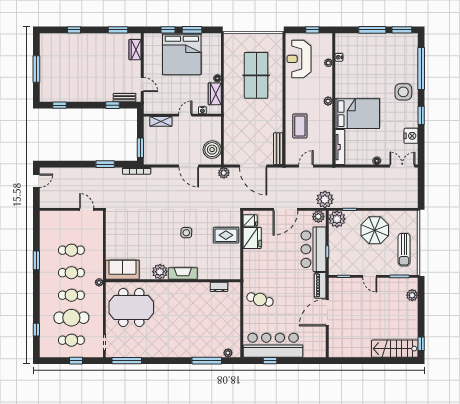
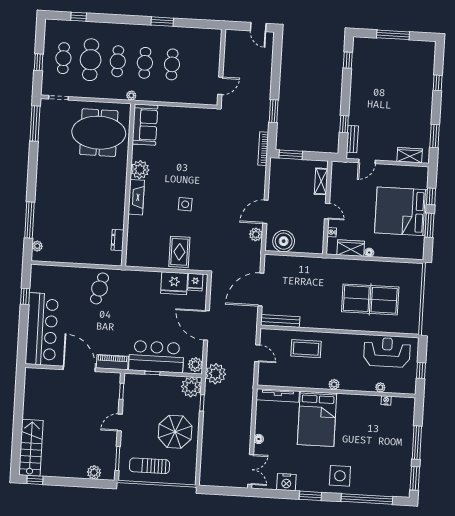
plant: (224, 173) -> (256, 234), moved
meeting table: (131, 307) -> (99, 133), turned 90
bar counter: (273, 345) -> (42, 329), moved

